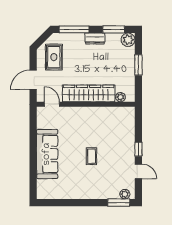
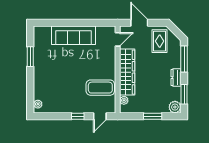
rug: (54, 57) -> (160, 41), turned 90
coffee table: (92, 156) -> (100, 88), moved, width x1.86, depth x1.72
door: (138, 171) -> (100, 116), moved
window: (119, 203) -> (30, 57), moved

